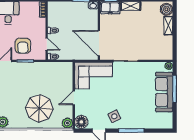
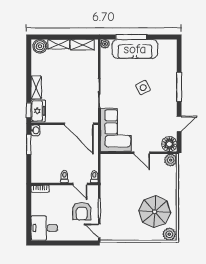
door: (99, 43) -> (79, 124), hinge flipped
door: (47, 44) -> (80, 184), swing flipped
armchair: (23, 46) -> (82, 211), turned 90
shelving: (168, 46) -> (82, 45), added
parasol: (39, 108) -> (155, 212), moved
side table: (114, 116) -> (143, 88), moved

